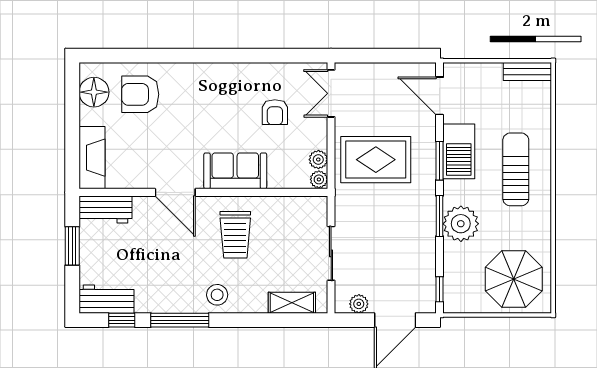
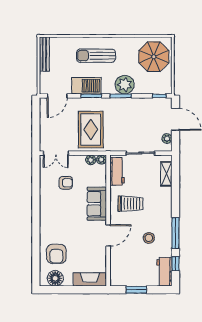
bench: (527, 72) -> (44, 54), width x1.36
workbench: (105, 209) -> (117, 171), moved
stool: (217, 295) -> (149, 238), moved

